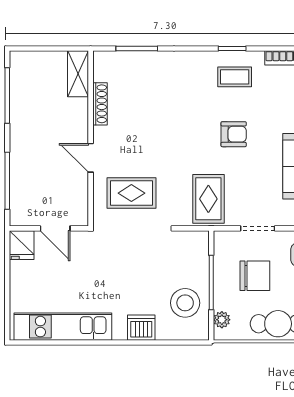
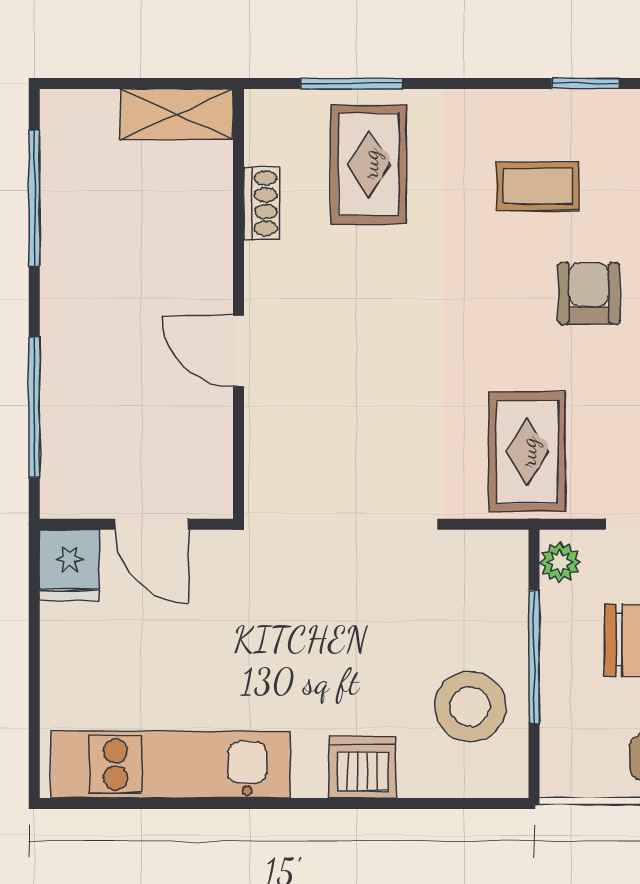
shelving: (78, 74) -> (177, 114), moved, turned 90
coffee table: (235, 77) -> (537, 186), moved
shoe rack: (100, 104) -> (262, 203), width x0.70
armchair: (234, 134) -> (589, 293), turned -90
rug: (131, 193) -> (369, 164), moved, turned 90
plant: (222, 320) -> (560, 562), moved

